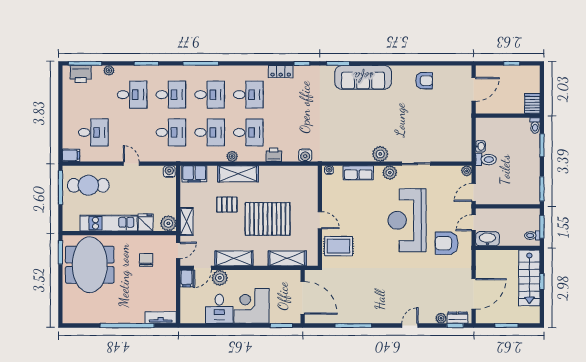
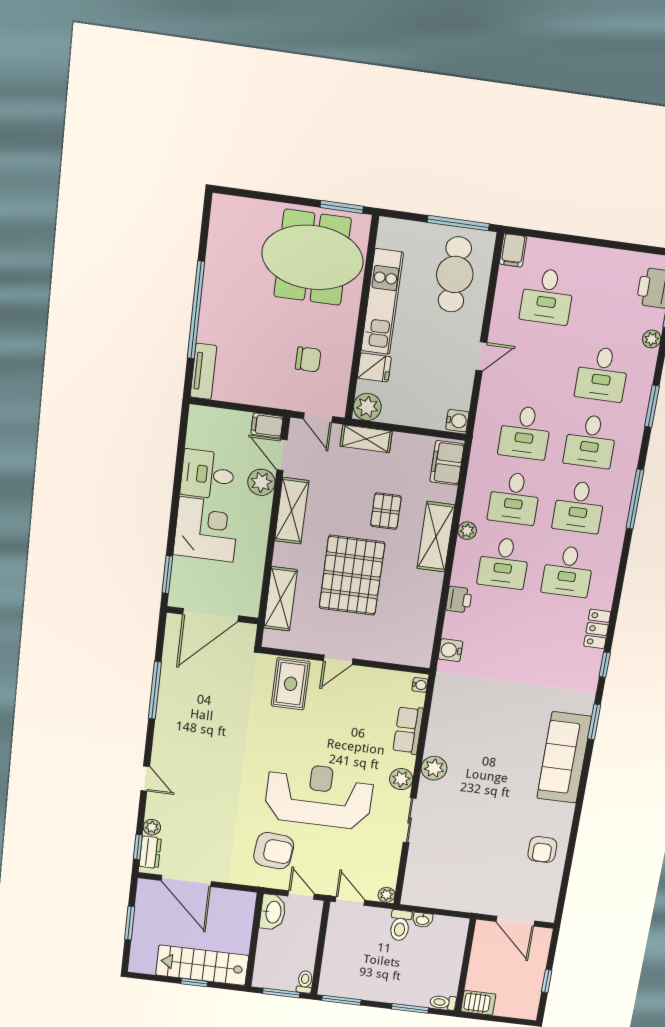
toilet: (532, 235) -> (305, 982), moved
armchair: (447, 243) -> (274, 851), turned 95

